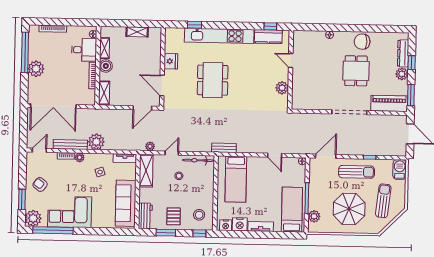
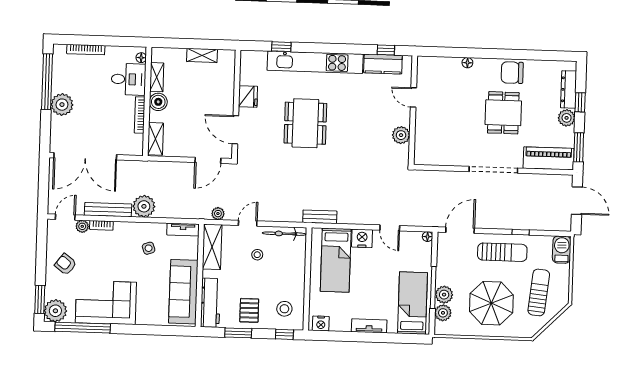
plant: (80, 157) -> (82, 226), moved
window: (22, 199) -> (40, 299), moved
plant: (315, 203) -> (444, 295), added
workbench: (145, 216) -> (210, 303), width x1.38
nightstand: (240, 224) -> (362, 238), moved, turned 180

